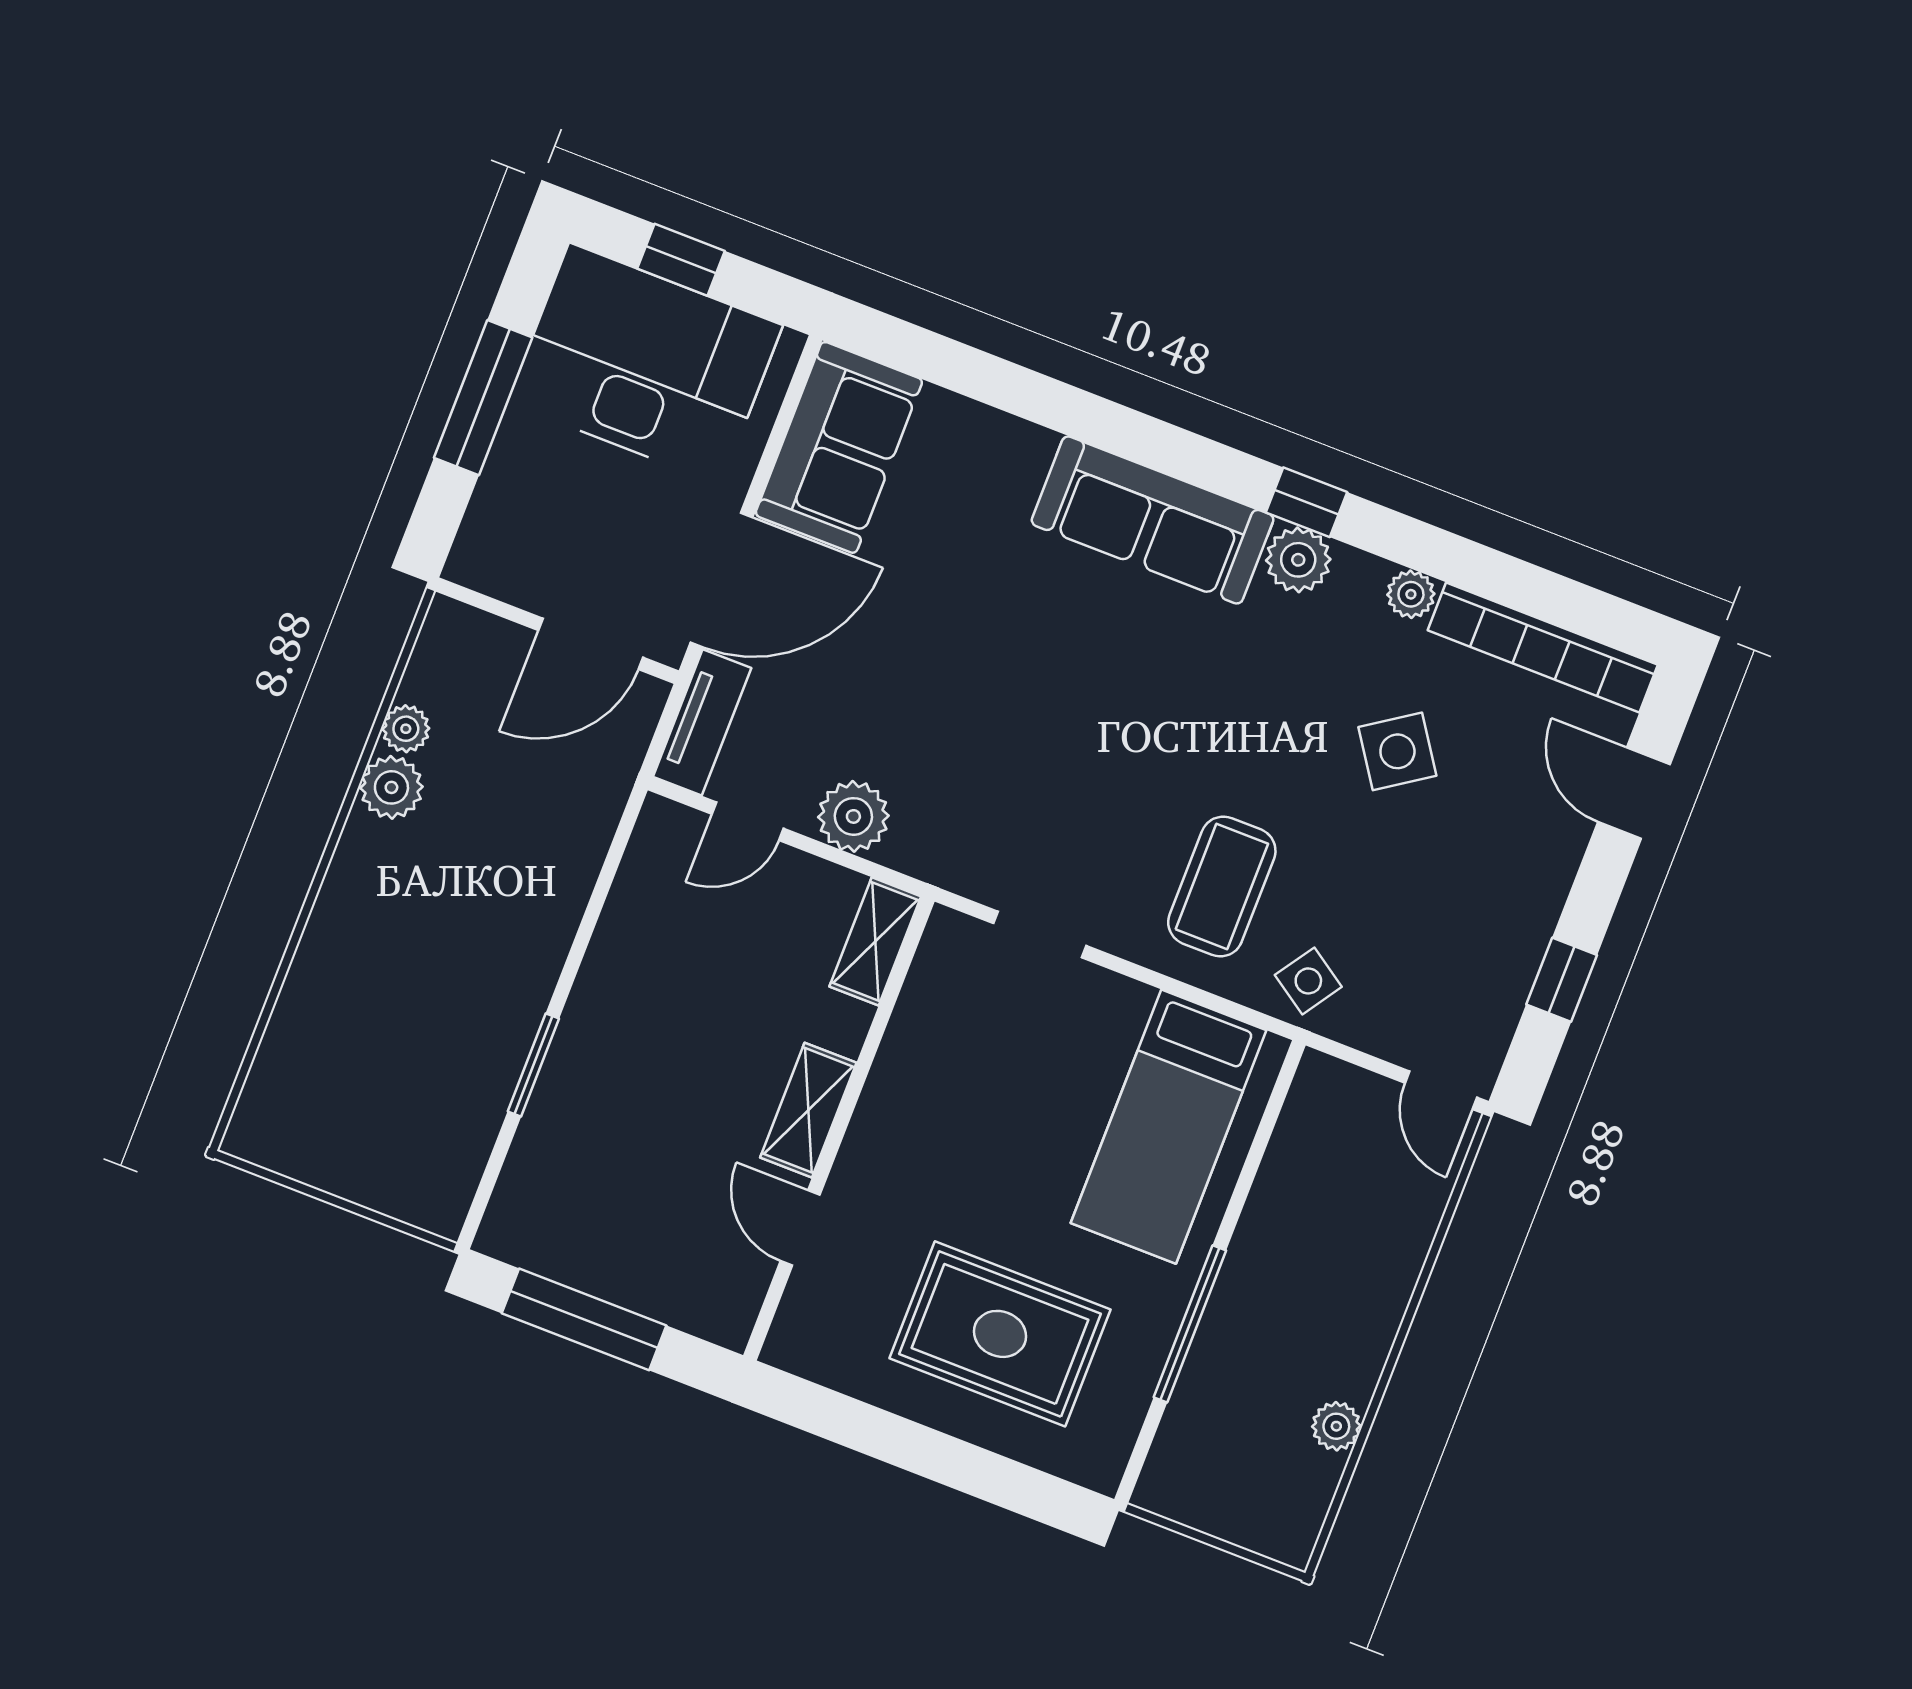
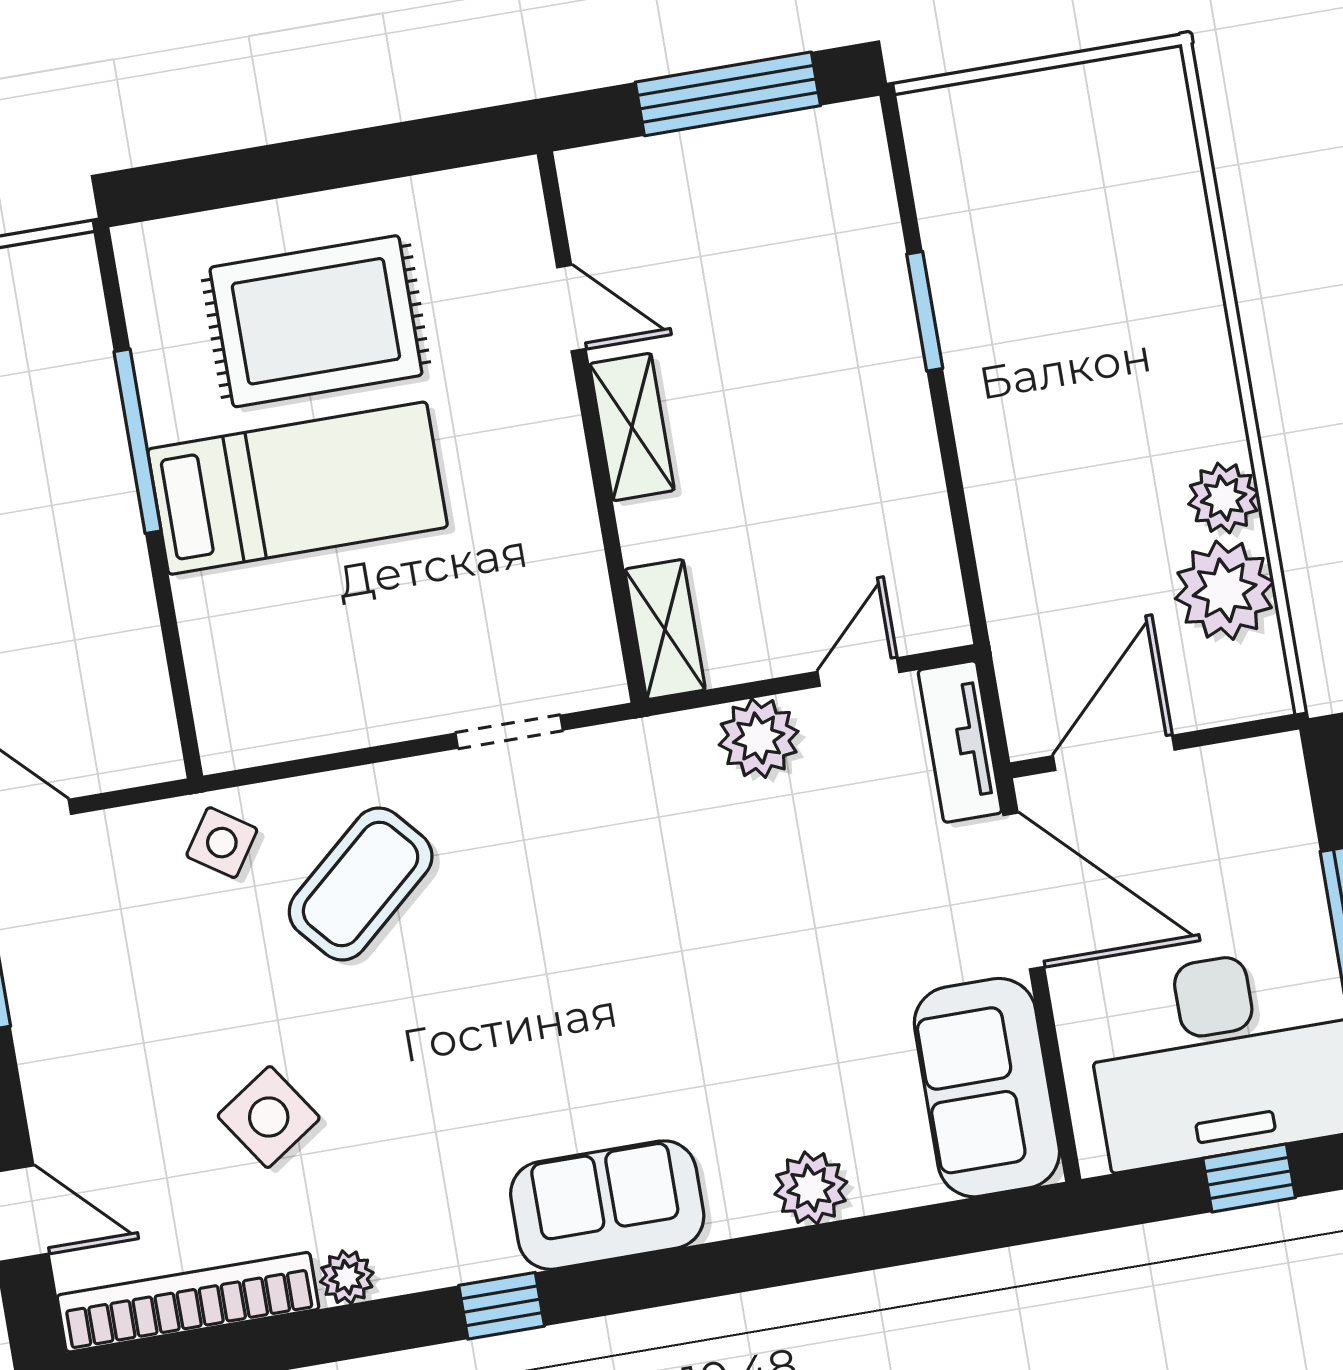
sofa: (1153, 520) -> (607, 1205), width x0.73
plant: (1298, 560) -> (811, 1188), moved
door: (722, 580) -> (1024, 891), swing flipped
plant: (406, 729) -> (1225, 590), width x1.88, depth x1.88
coffee table: (1222, 886) -> (361, 884), turned 49
bed: (1169, 1127) -> (298, 488), moved, turned 90

